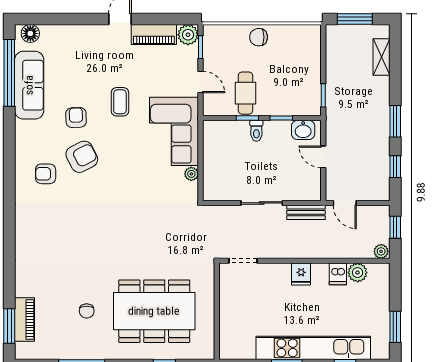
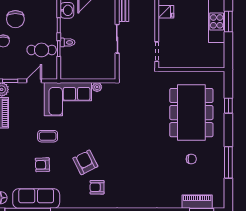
chair: (290, 55) -> (15, 19), added
armchair: (76, 117) -> (42, 165), moved
armchair: (46, 174) -> (97, 187), turned 90

